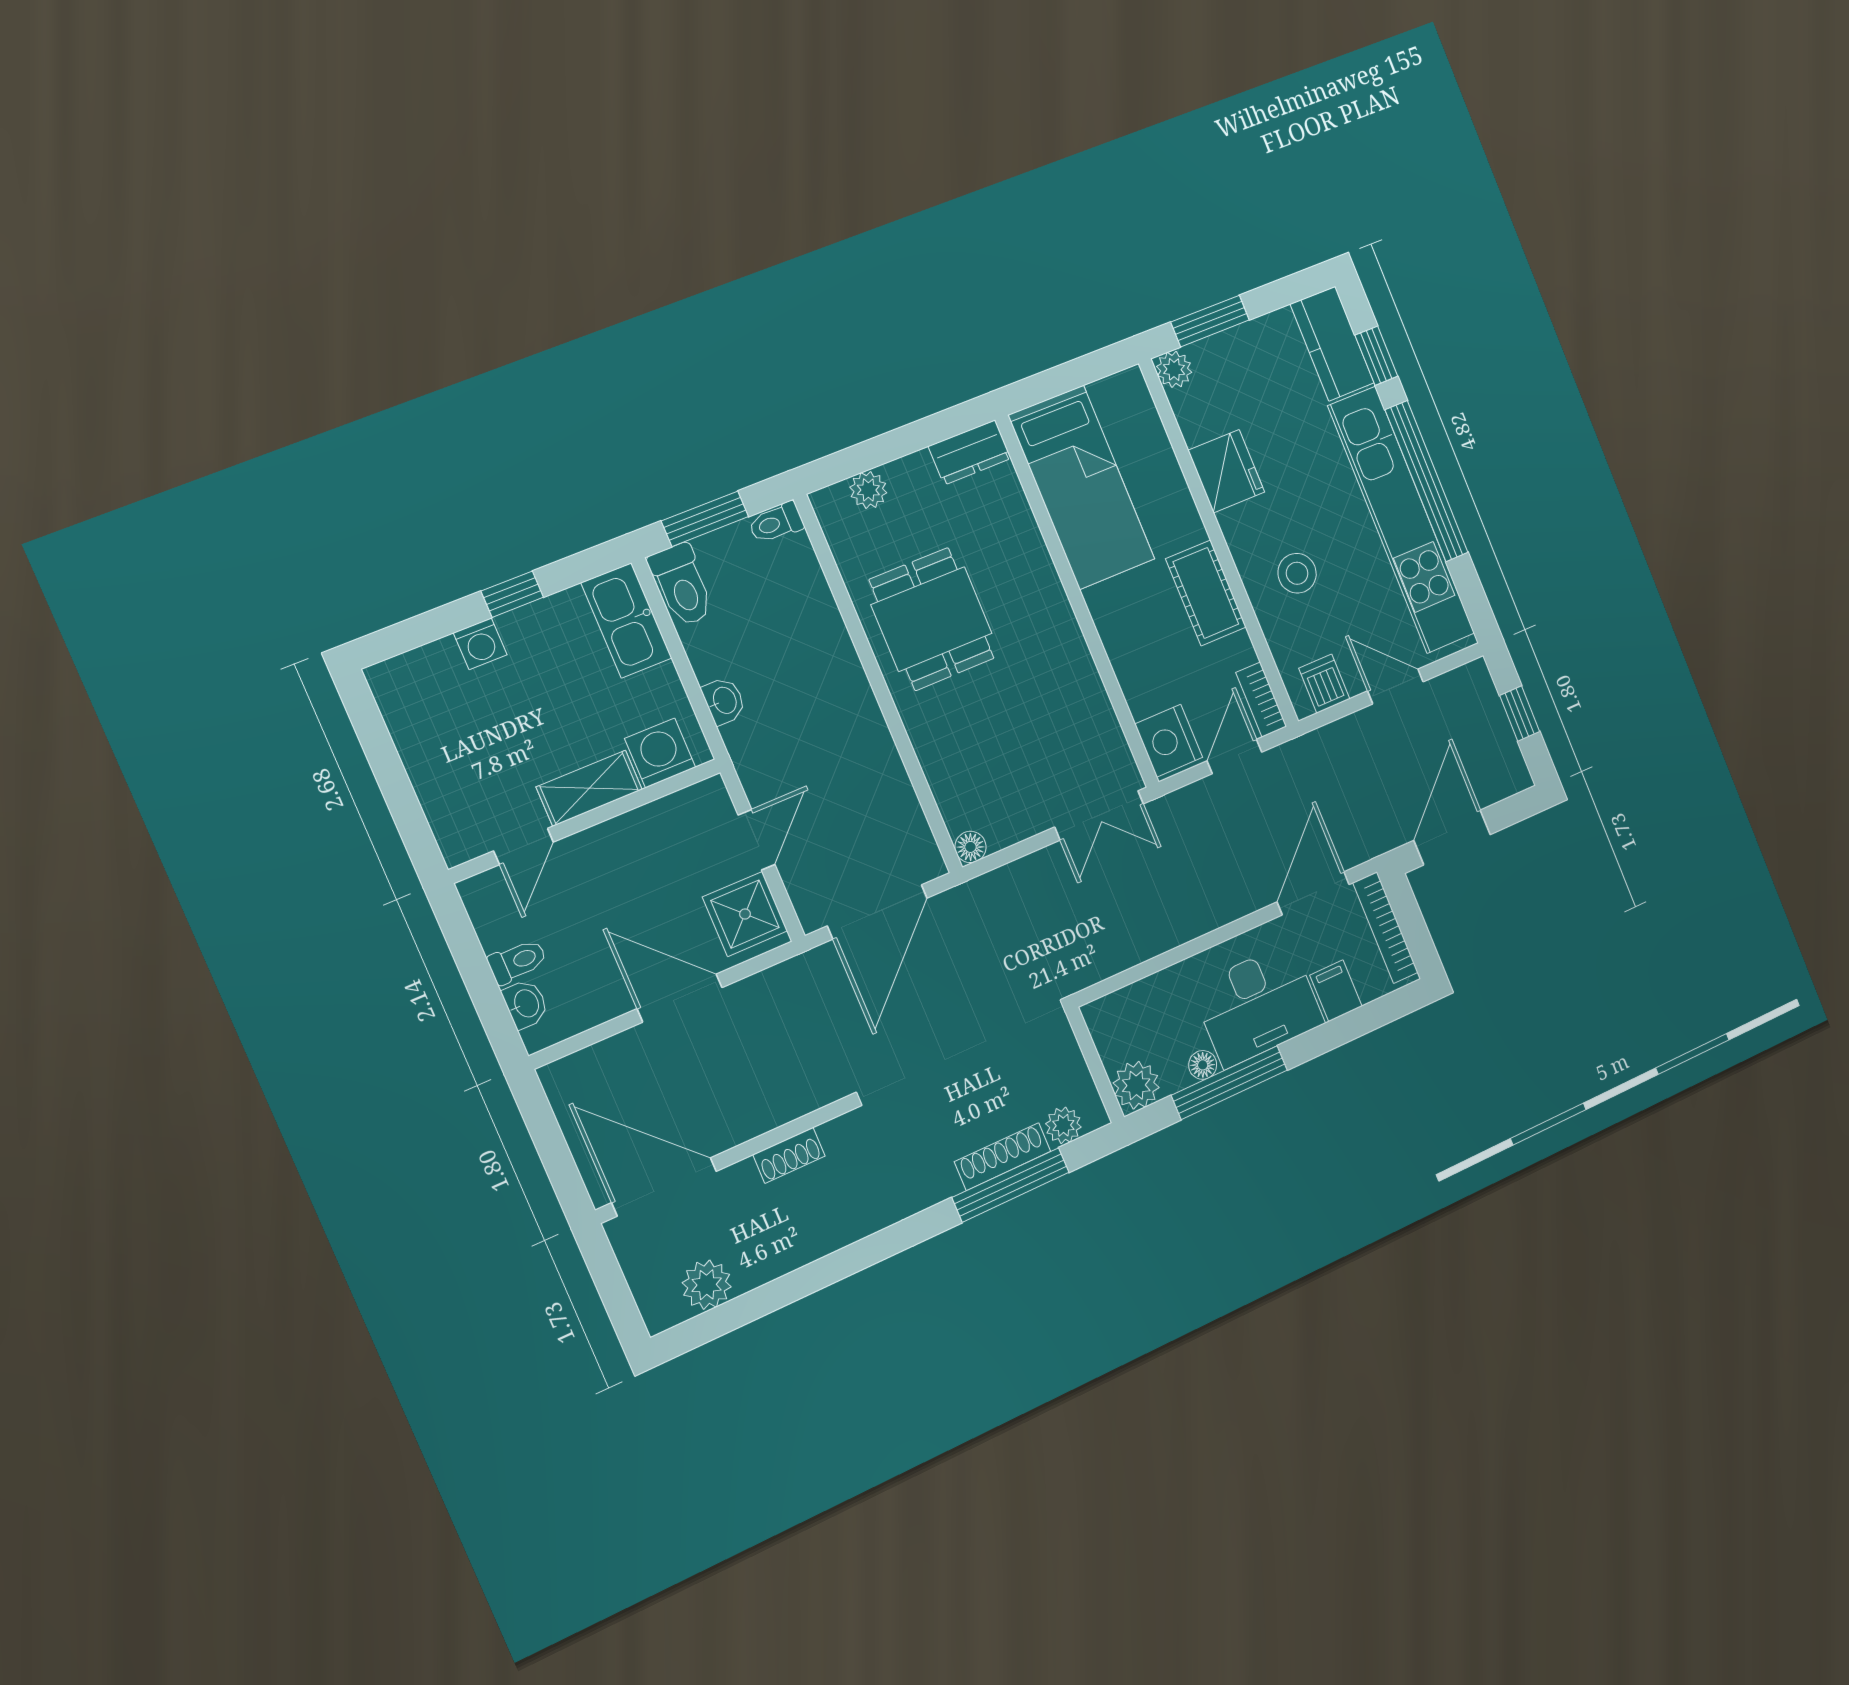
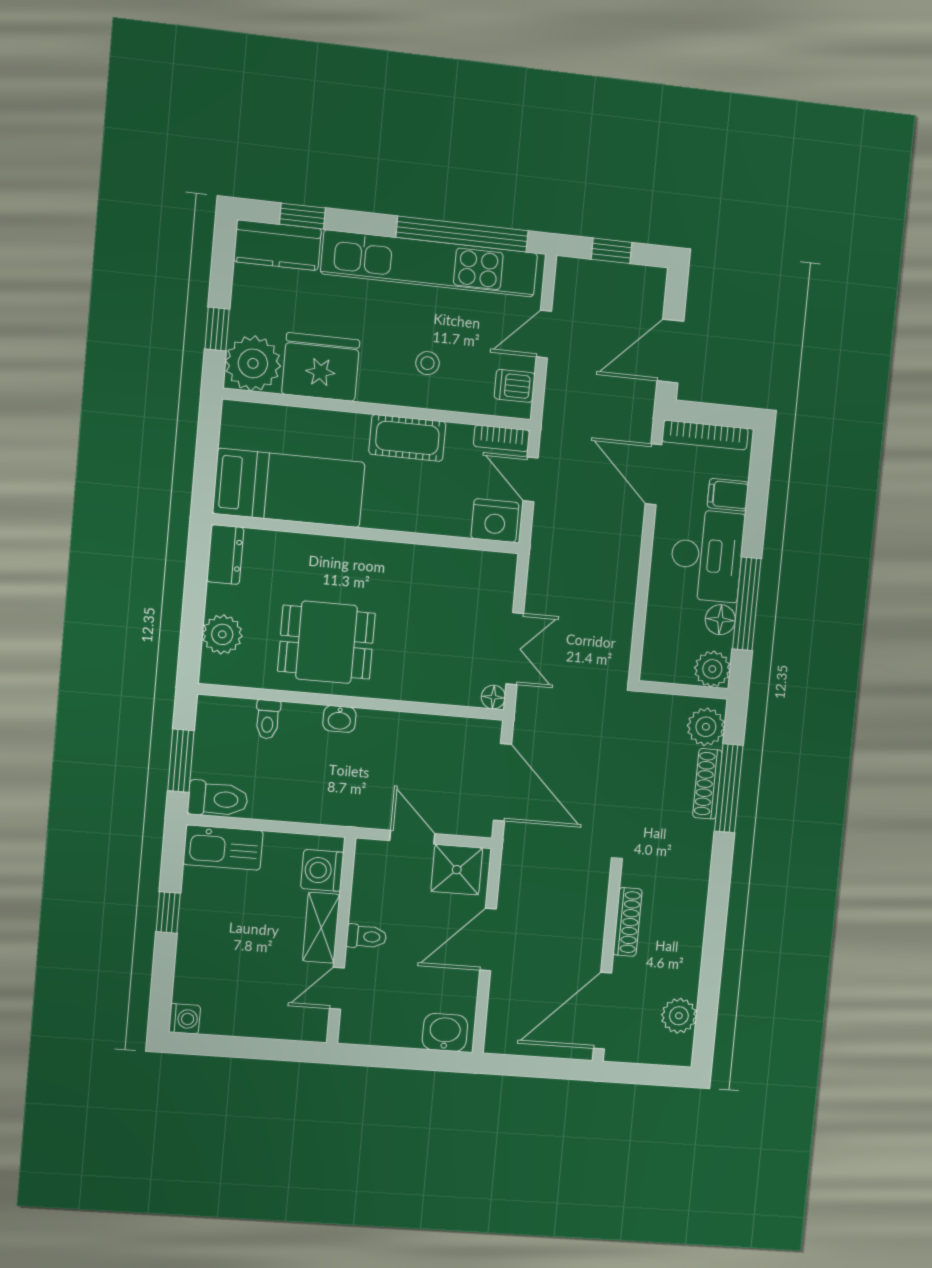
window: (1210, 321) -> (217, 329), width x0.67
plant: (1174, 369) -> (253, 363), width x1.87, depth x1.87
fridge: (1226, 471) -> (321, 367), width x1.36, depth x1.34
window: (1427, 481) -> (462, 234), moved
plant: (868, 490) -> (222, 634), width x1.38, depth x1.38
toilet: (776, 523) -> (268, 719), moved
stool: (1297, 573) -> (428, 363), width x0.73, depth x0.73
washing machine: (480, 644) -> (185, 1019), moved
washbasin: (724, 701) -> (339, 719), moved, turned 180
double door: (1099, 815) -> (515, 649), moved
door: (1452, 837) -> (670, 351), hinge flipped
door: (524, 846) -> (337, 988), swing flipped
toilet: (517, 961) -> (366, 937), moved, turned 90
washbasin: (526, 1004) -> (445, 1032), width x1.38, depth x1.45
floor lamp: (1203, 1065) -> (720, 620), width x1.37, depth x1.37
plant: (1063, 1125) -> (706, 727), width x1.38, depth x1.38
shoe rack: (789, 1155) -> (627, 922), width x1.43

